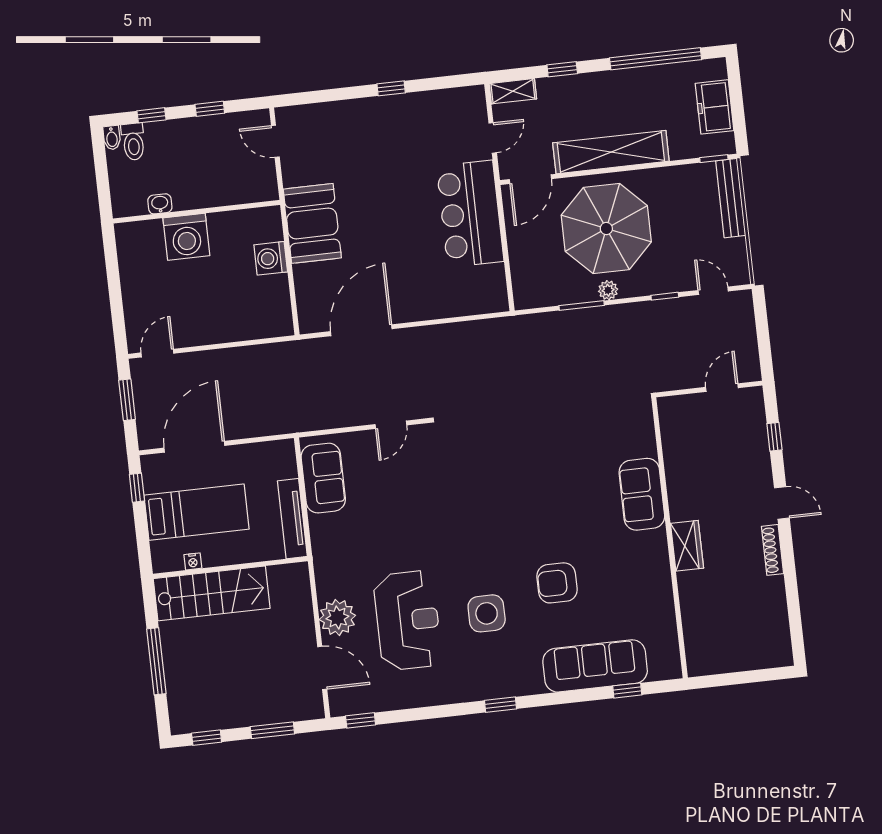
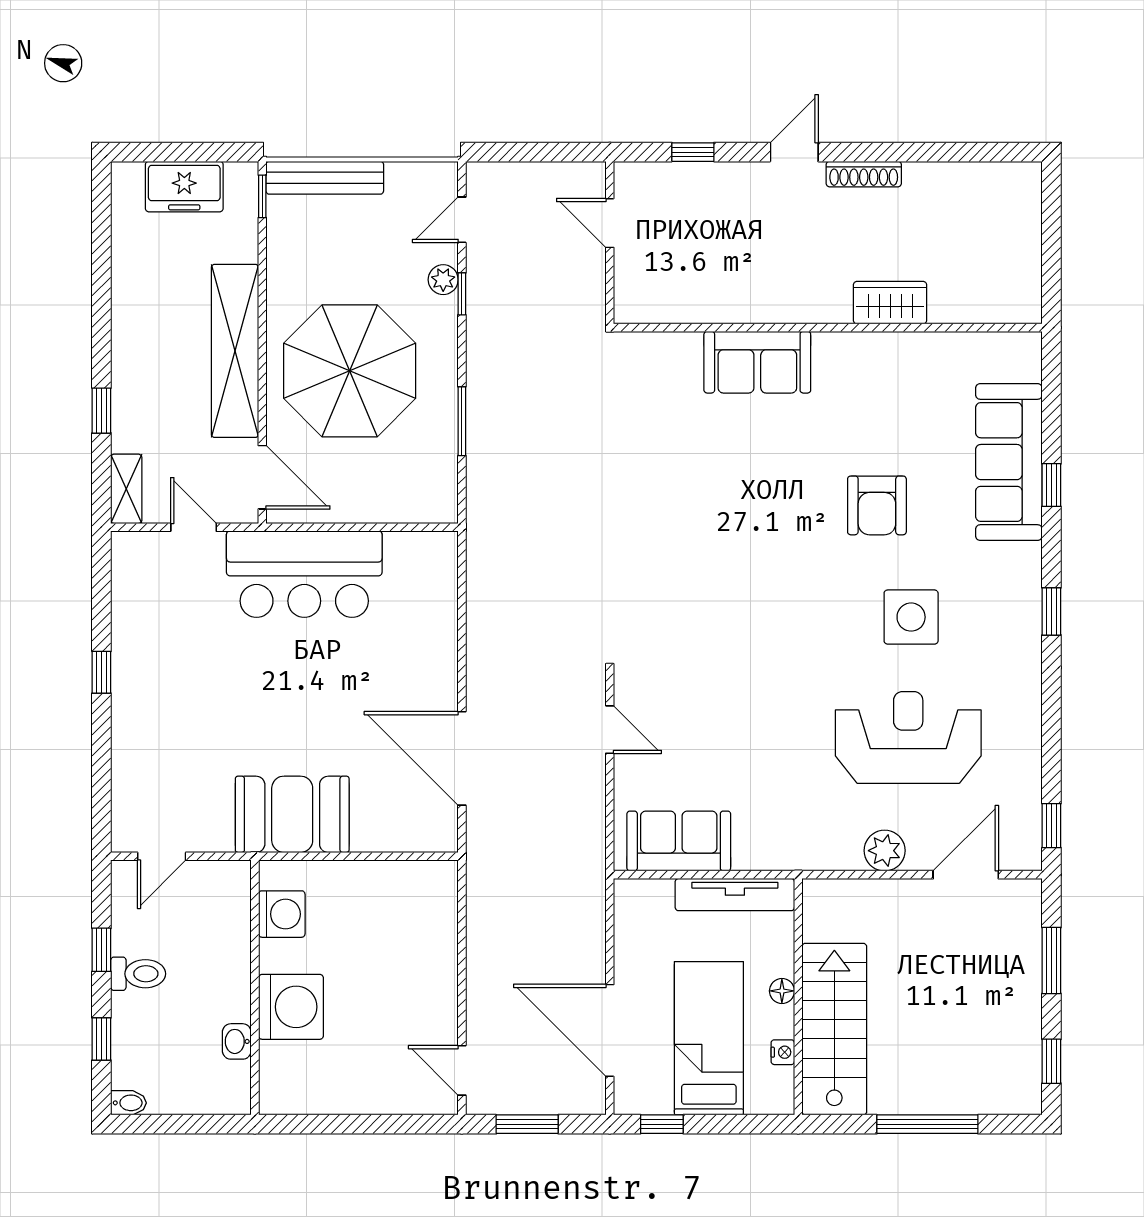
window: (656, 59) -> (101, 268), removed
toilet: (133, 142) -> (138, 974), moved
washing machine: (271, 258) -> (282, 914), moved, turned -90
plant: (608, 290) -> (443, 280), moved
wardrobe: (687, 546) -> (890, 303), moved
floor lamp: (233, 556) -> (782, 991), added
plant: (337, 617) -> (885, 851), width x0.73, depth x0.73
window: (627, 690) -> (1051, 485), moved

